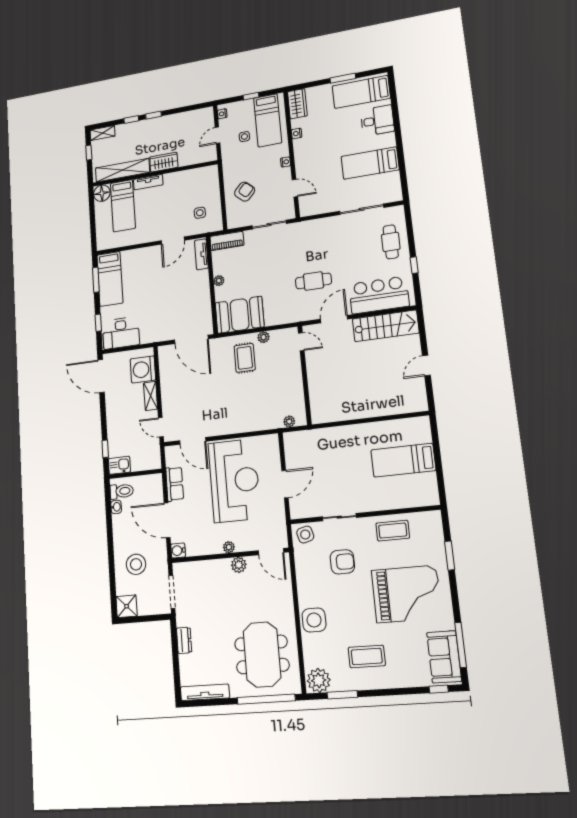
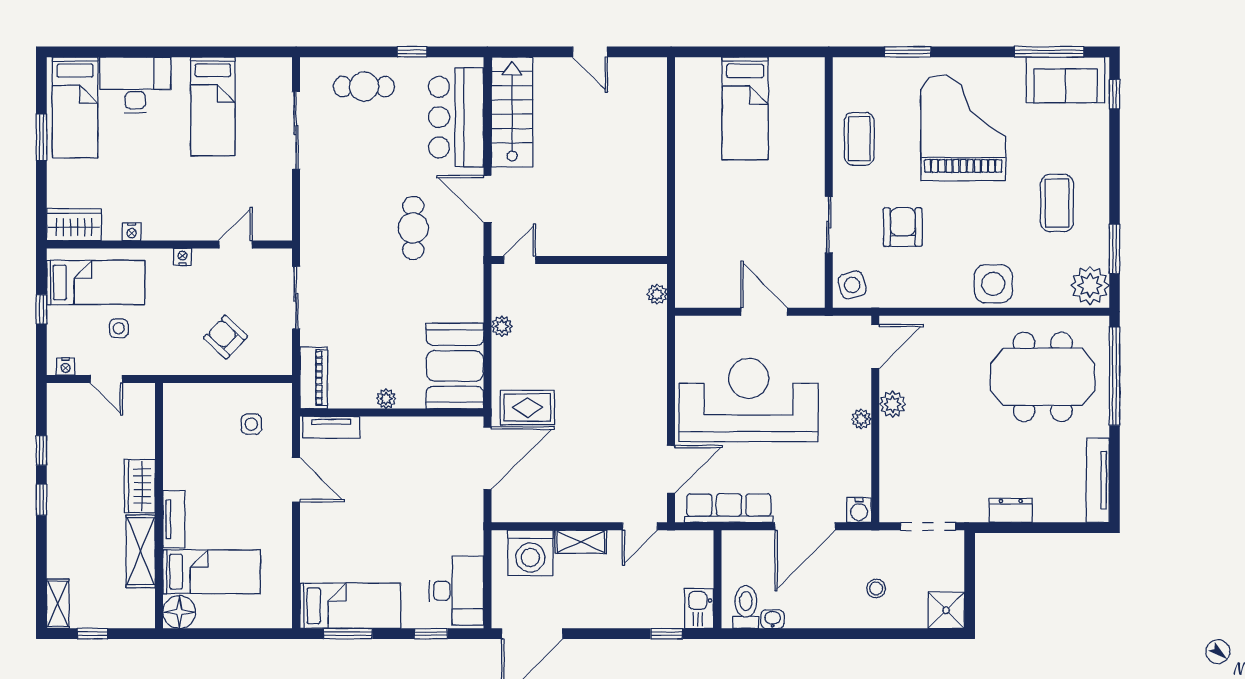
window: (131, 119) -> (41, 450), moved
desk: (377, 120) -> (135, 85), width x1.37
shelving: (122, 170) -> (141, 551), width x0.68
rug: (245, 358) -> (527, 407), moved
row of seats: (175, 484) -> (729, 508), width x1.48
stool: (136, 564) -> (876, 588), width x0.53, depth x0.53

